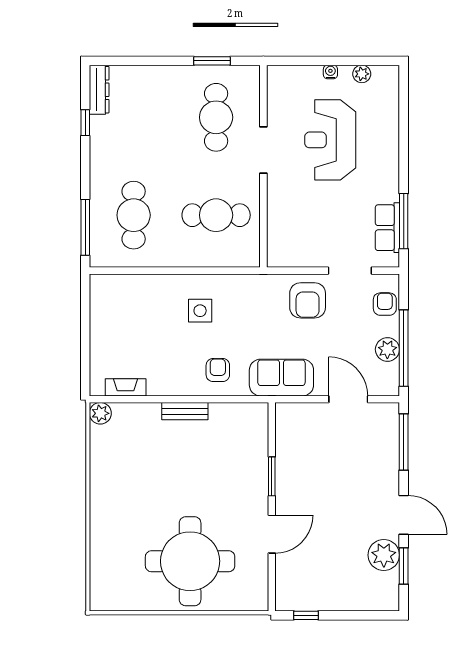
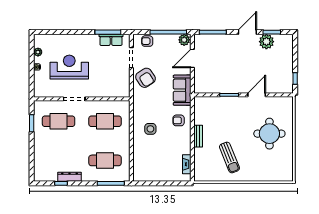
dresser: (99, 90) -> (70, 177), moved
reception desk: (330, 140) -> (69, 67), turned 180
cafe table: (216, 215) -> (105, 121), turned 90
armchair: (308, 300) -> (145, 78), turned 56
plant: (387, 349) -> (184, 40), moved
plant: (100, 413) -> (199, 176), removed
sun lounger: (140, 477) -> (229, 157), added
door: (272, 534) -> (257, 95), hinge flipped
round table: (190, 561) -> (269, 134), width x0.73, depth x0.73

